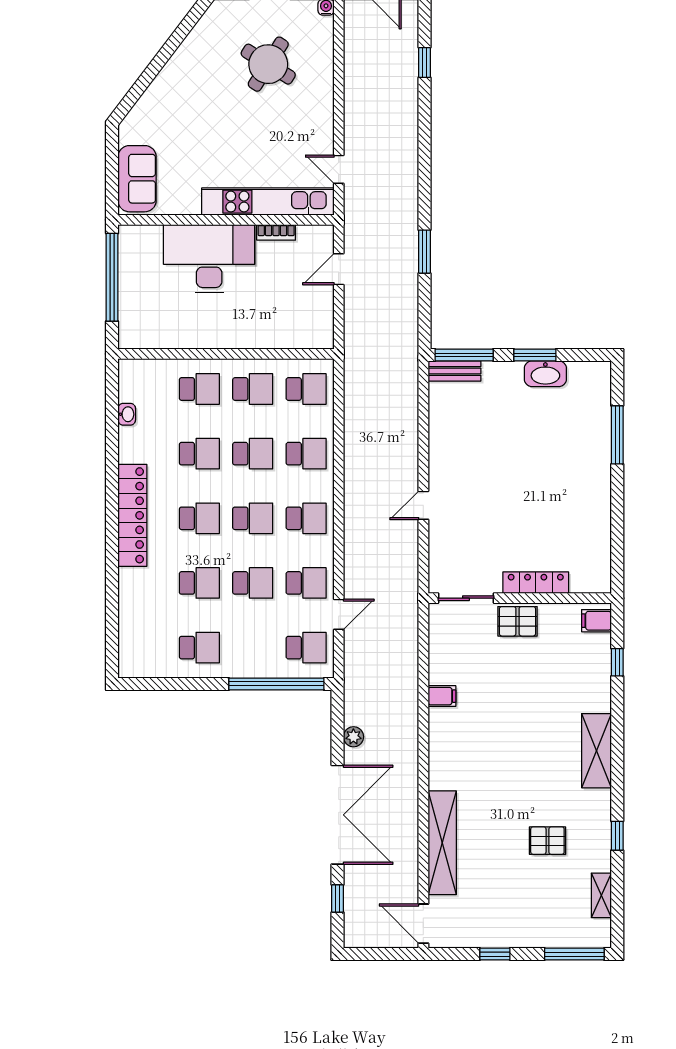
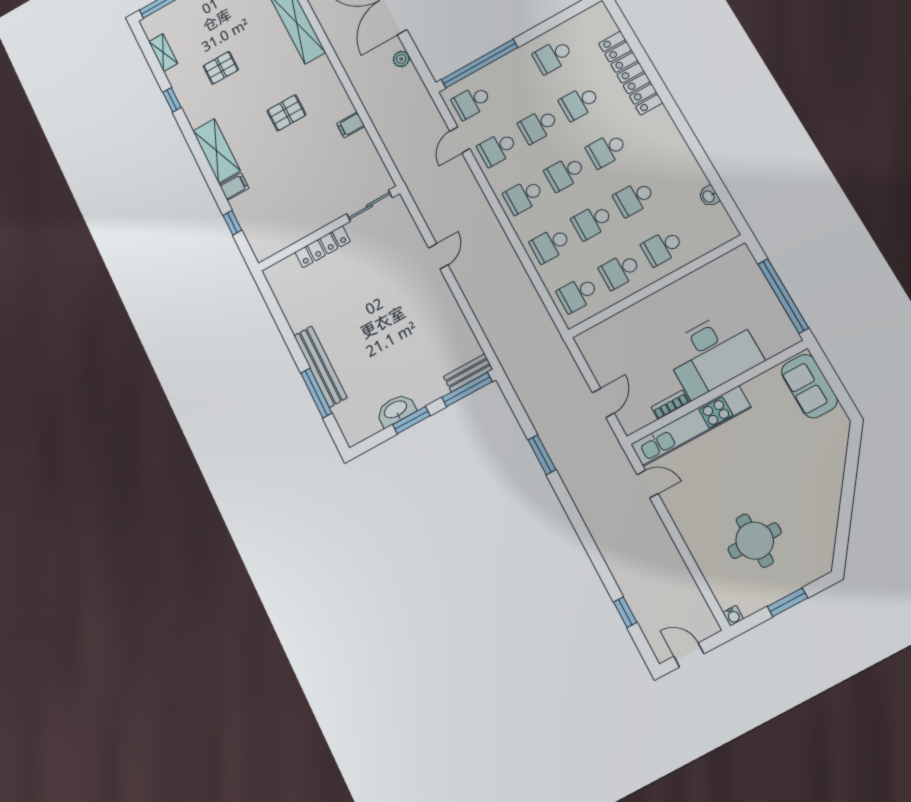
round table: (268, 64) -> (755, 541), turned -32
bench: (600, 460) -> (320, 367), added
locker: (132, 515) -> (631, 73), moved
pallet: (517, 621) -> (286, 113), moved
filing cabinet: (596, 621) -> (234, 187), moved

